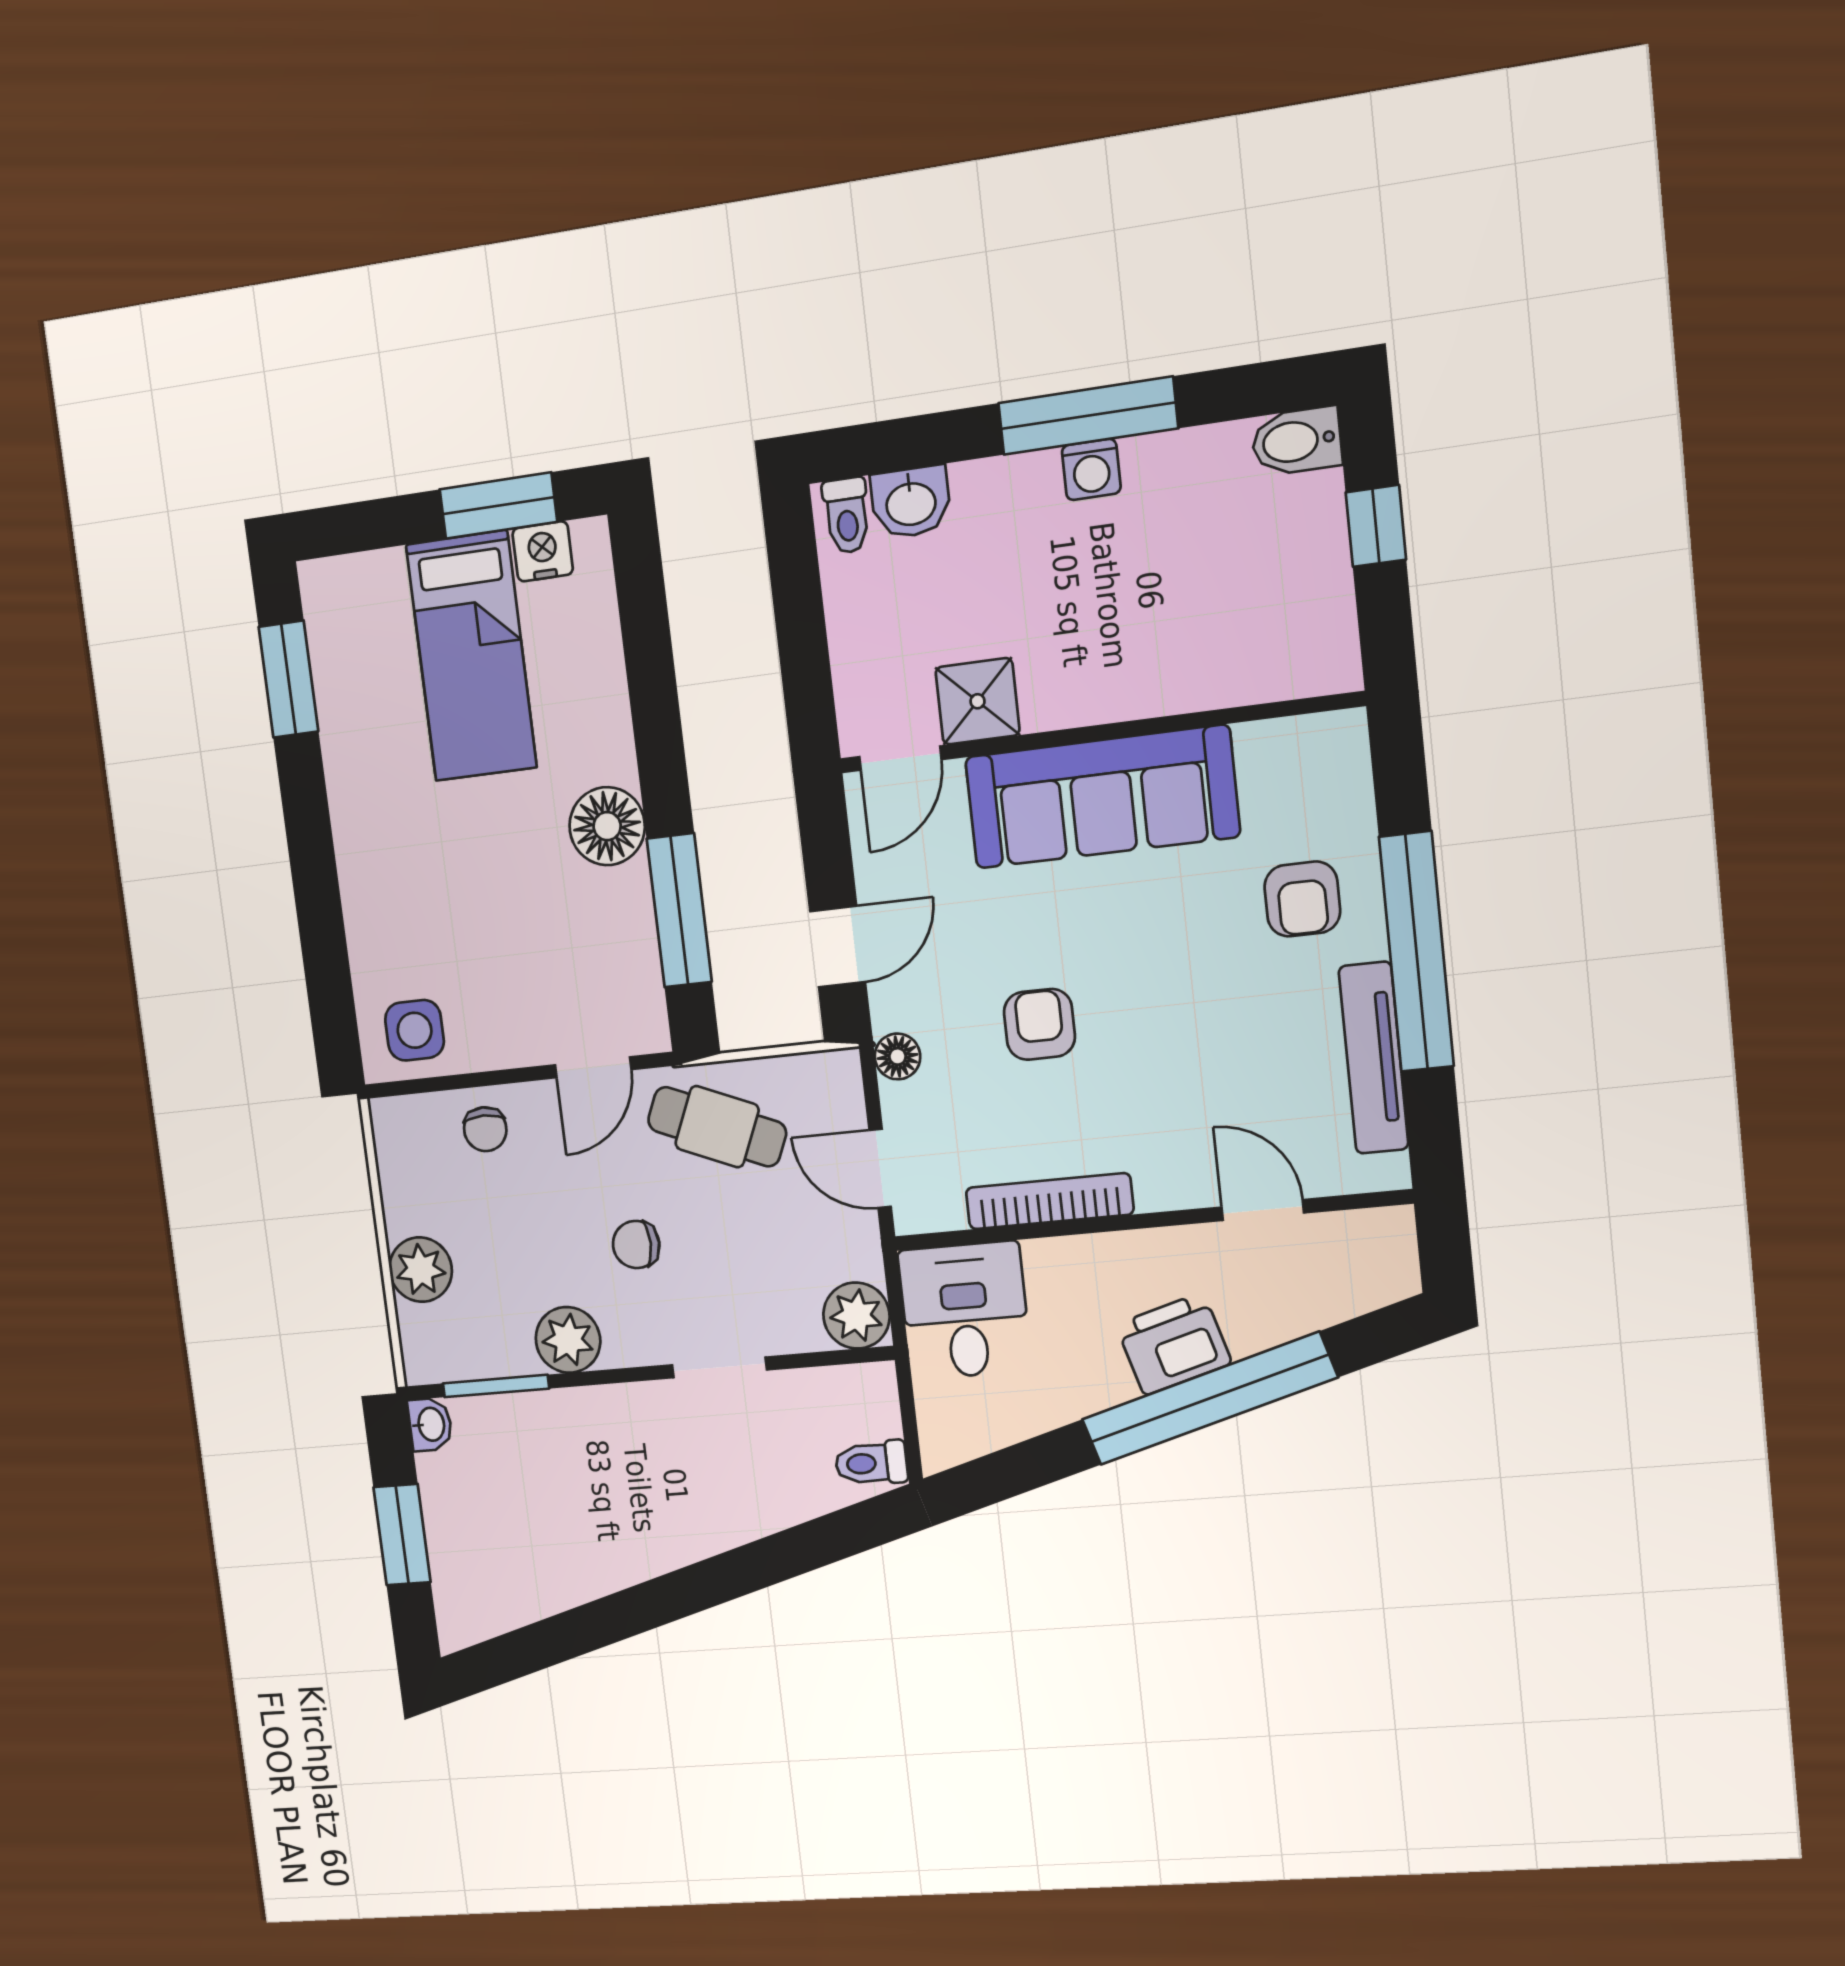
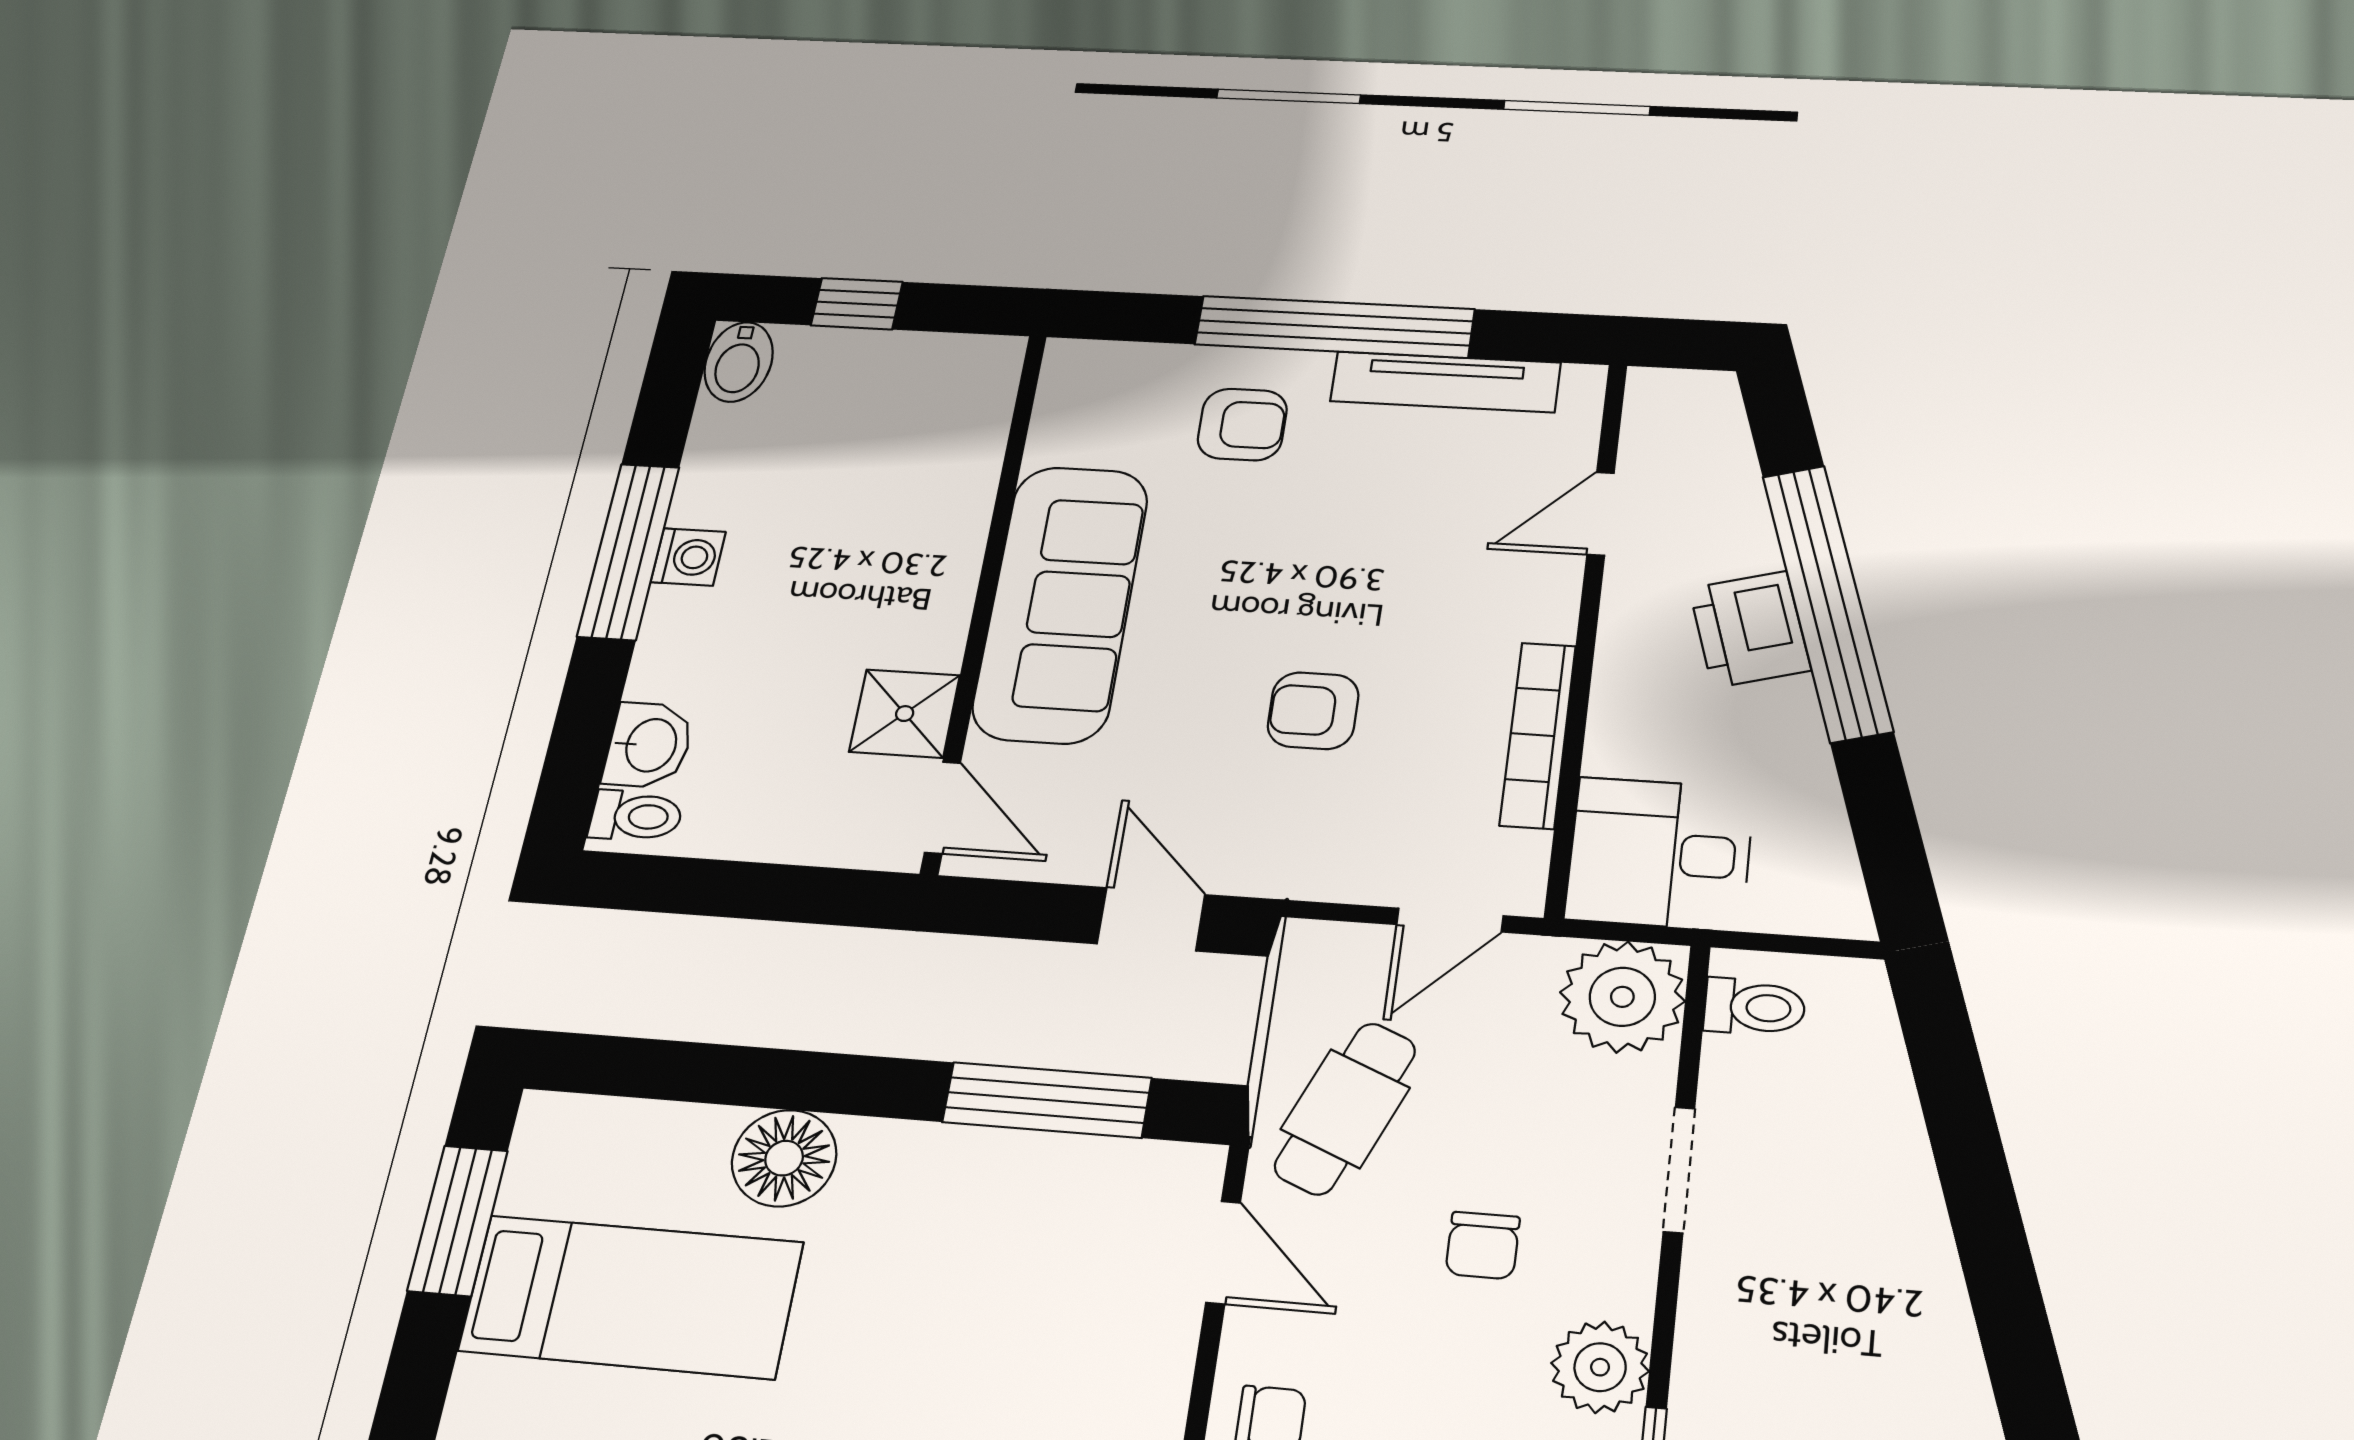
nightstand: (543, 551) -> (536, 1177), removed
floor lamp: (607, 826) -> (784, 1158), moved
floor lamp: (897, 1056) -> (1310, 875), removed
plant: (856, 1316) -> (1622, 997), width x1.36, depth x1.36
toilet: (871, 1463) -> (1755, 1007), moved, turned -90

